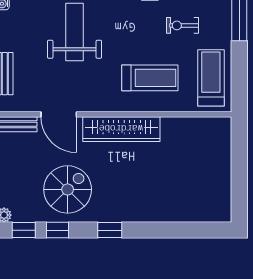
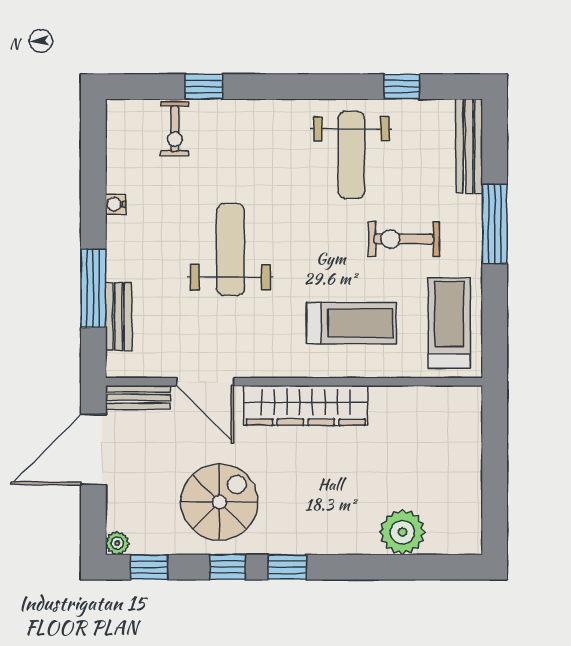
exercise bike: (183, 25) -> (404, 239), width x1.38, depth x1.39
plant: (182, 208) -> (402, 532), added
window: (57, 230) -> (228, 567), moved

